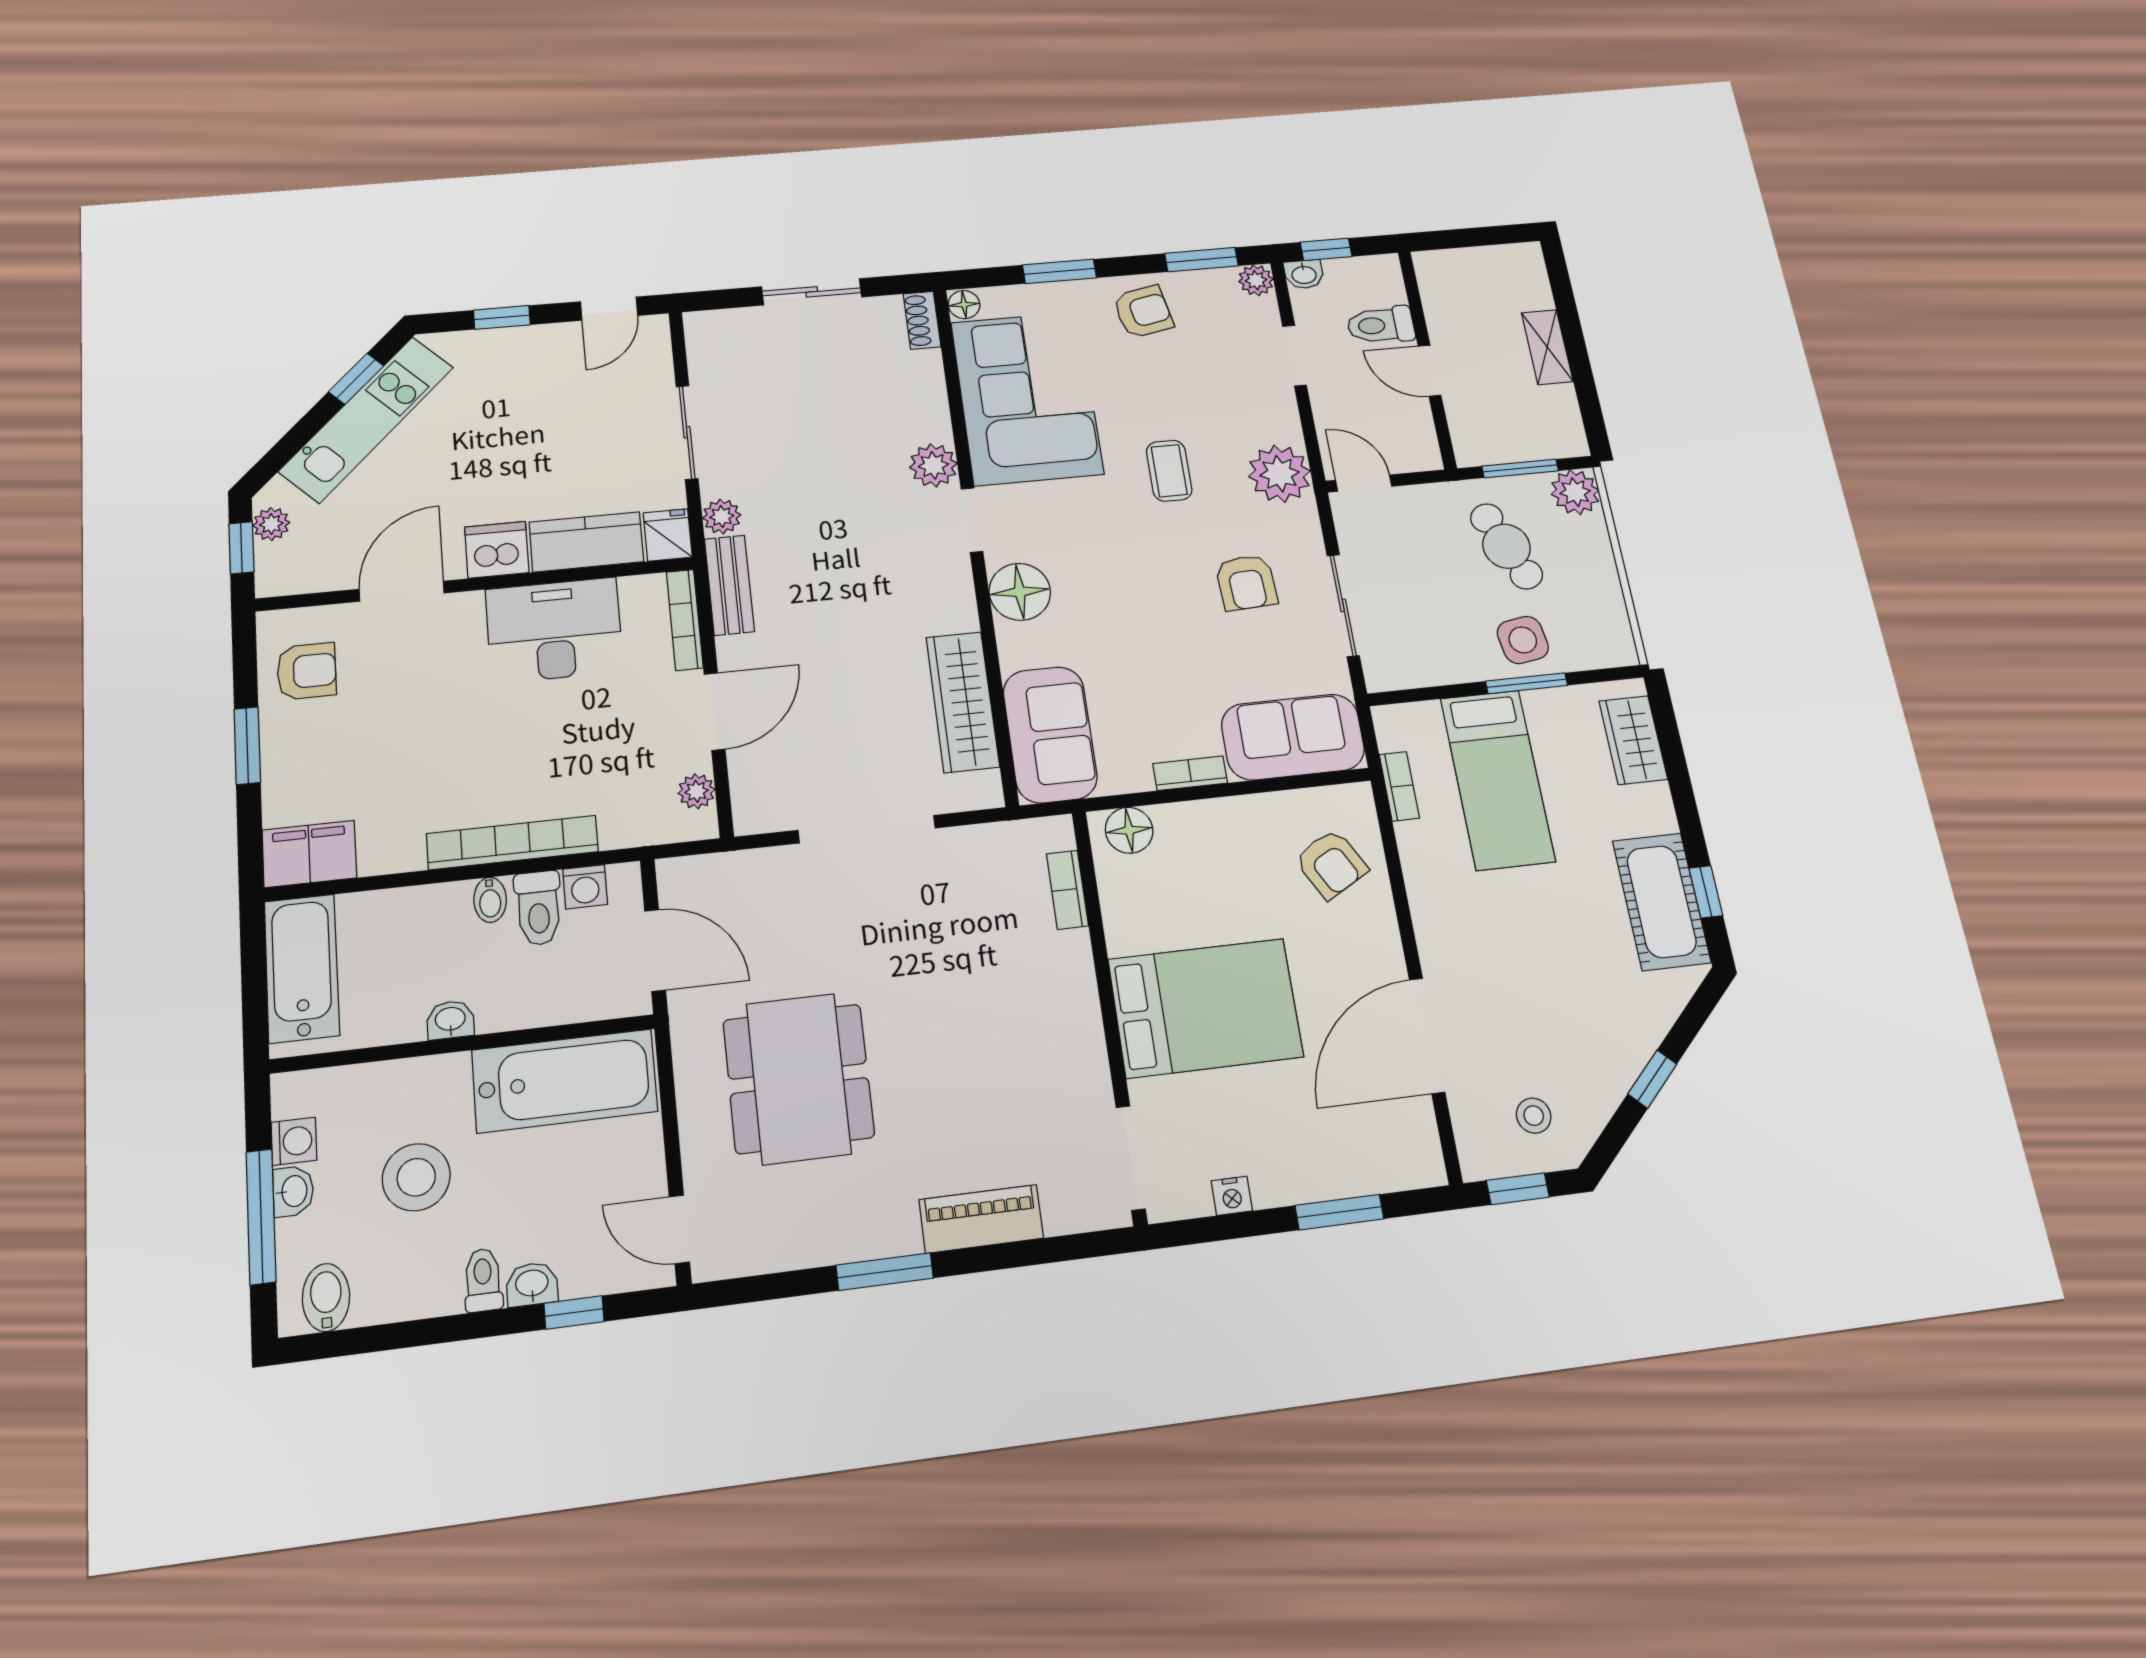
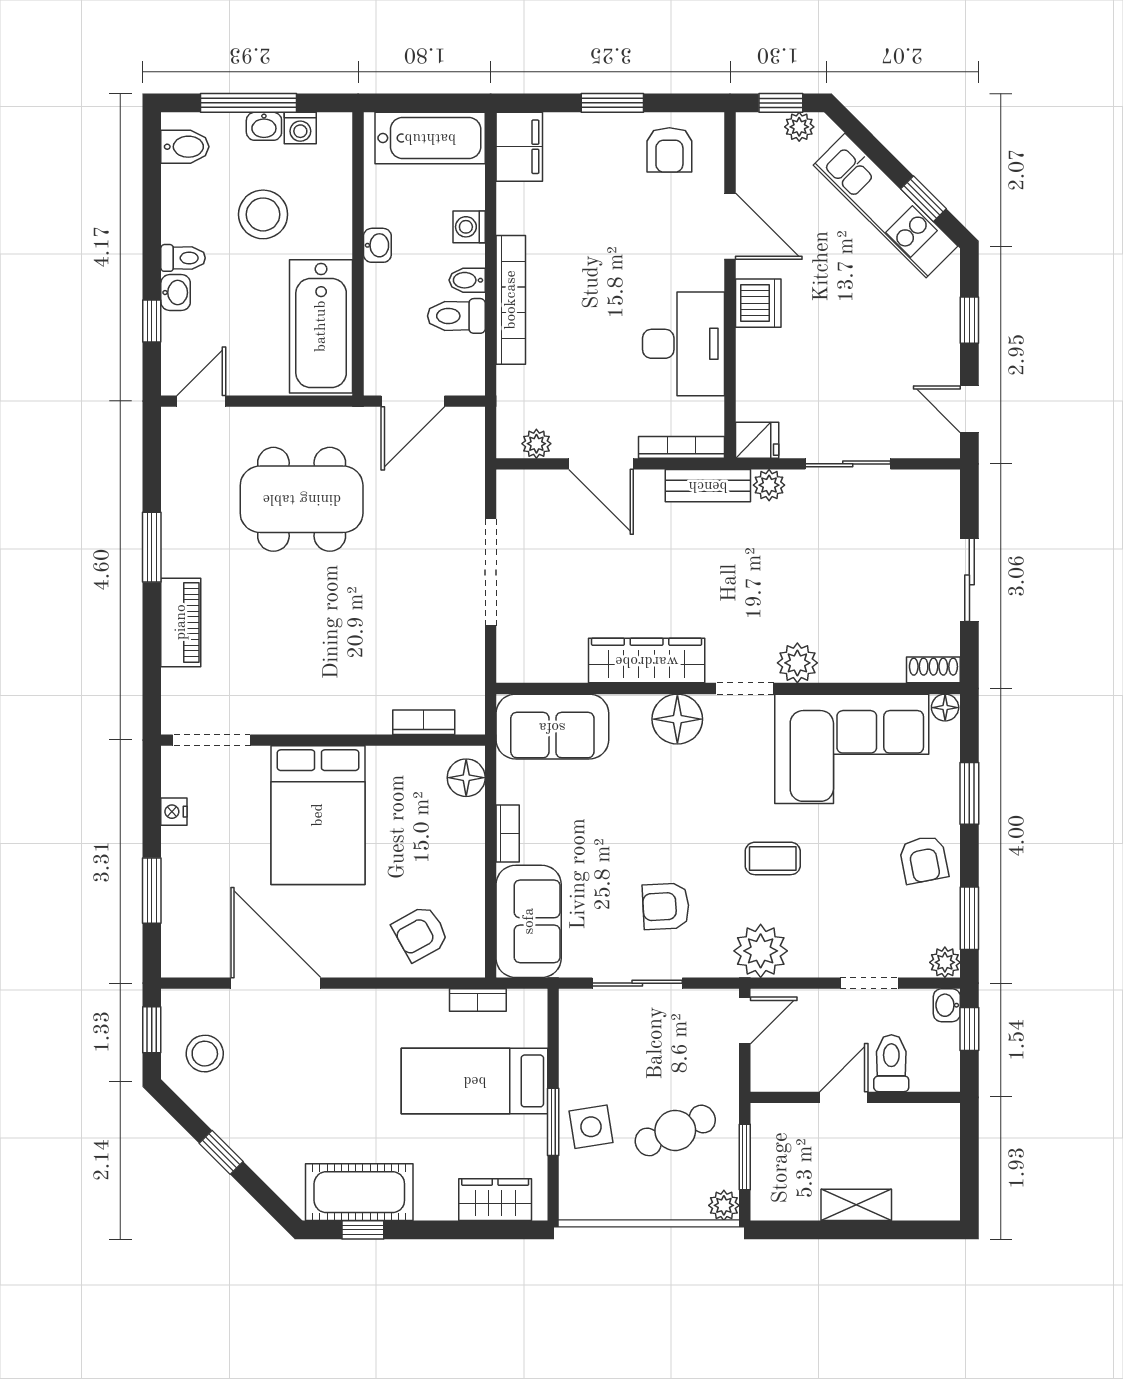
plant: (1575, 492) -> (724, 1205), width x0.73, depth x0.73
kitchen counter: (586, 542) -> (758, 375), removed
wardrobe: (963, 702) -> (647, 661), moved
washing machine: (585, 887) -> (469, 227), moved
stool: (1534, 1116) -> (205, 1054), width x1.37, depth x1.37

